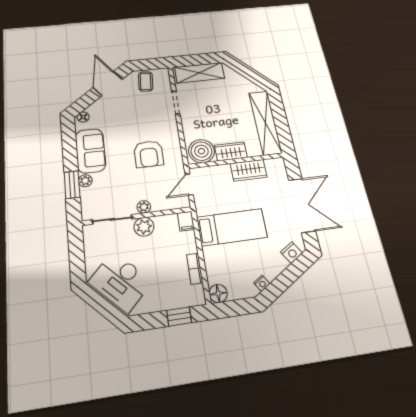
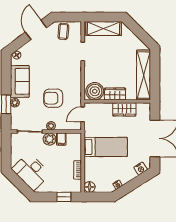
armchair: (149, 154) -> (53, 98), moved, turned 90
filing cabinet: (186, 221) -> (61, 139), moved

